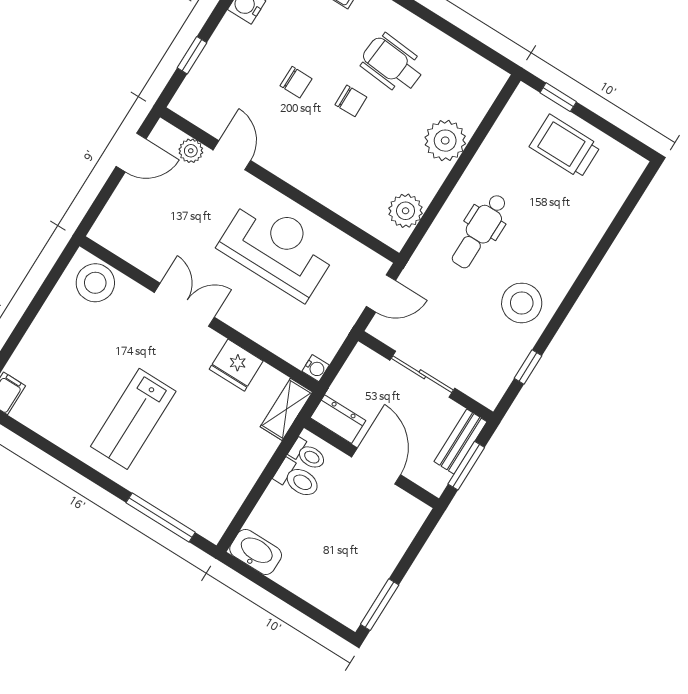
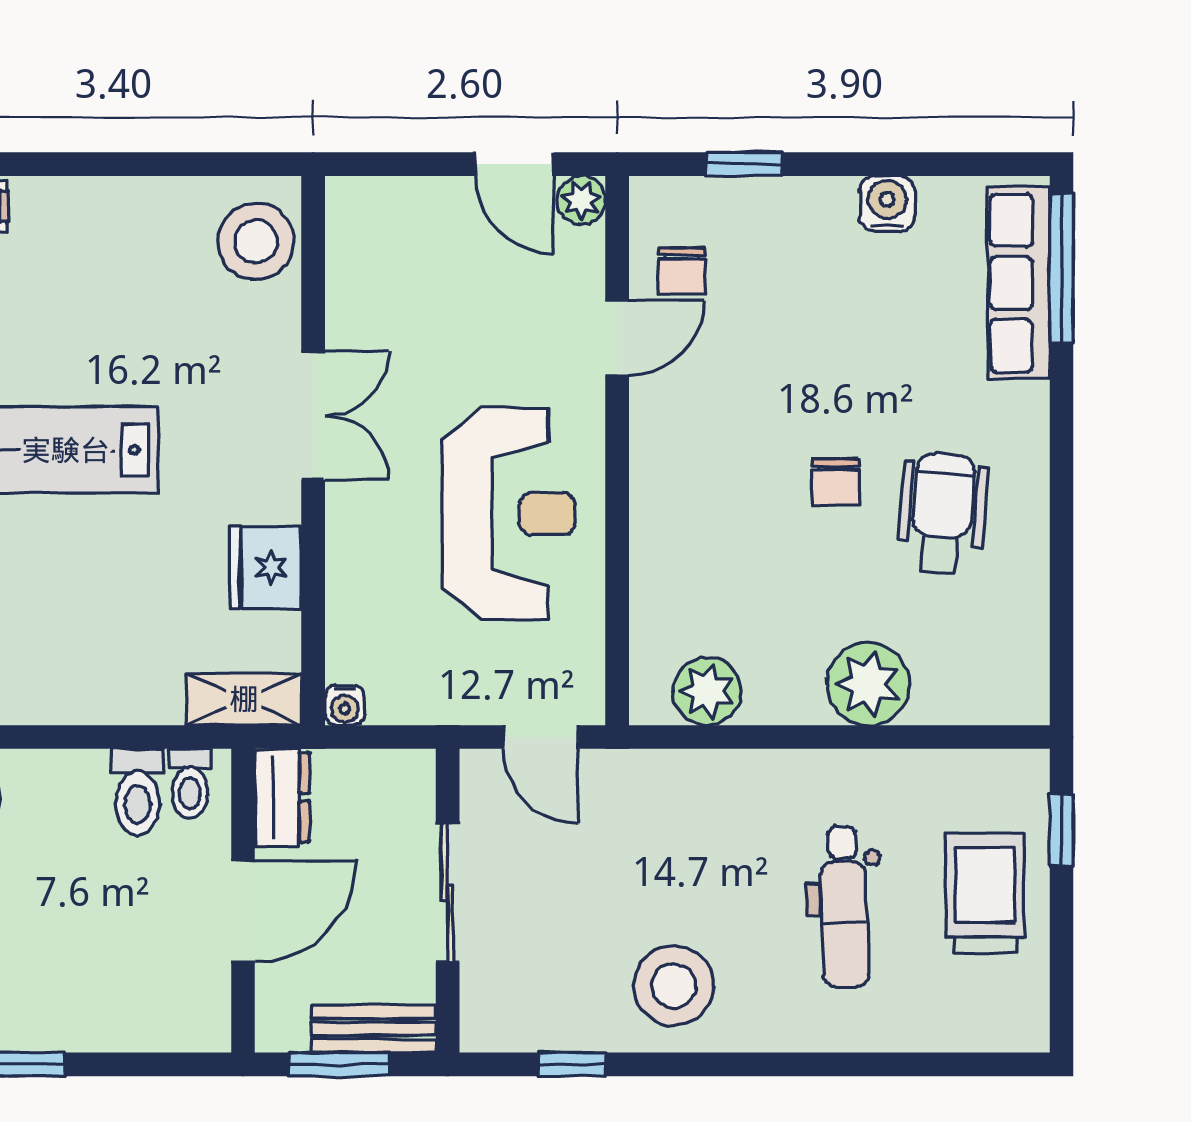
chair: (296, 82) -> (682, 271), moved
plant: (191, 151) -> (581, 200), moved
dental chair: (480, 231) -> (844, 907), moved, turned -92

